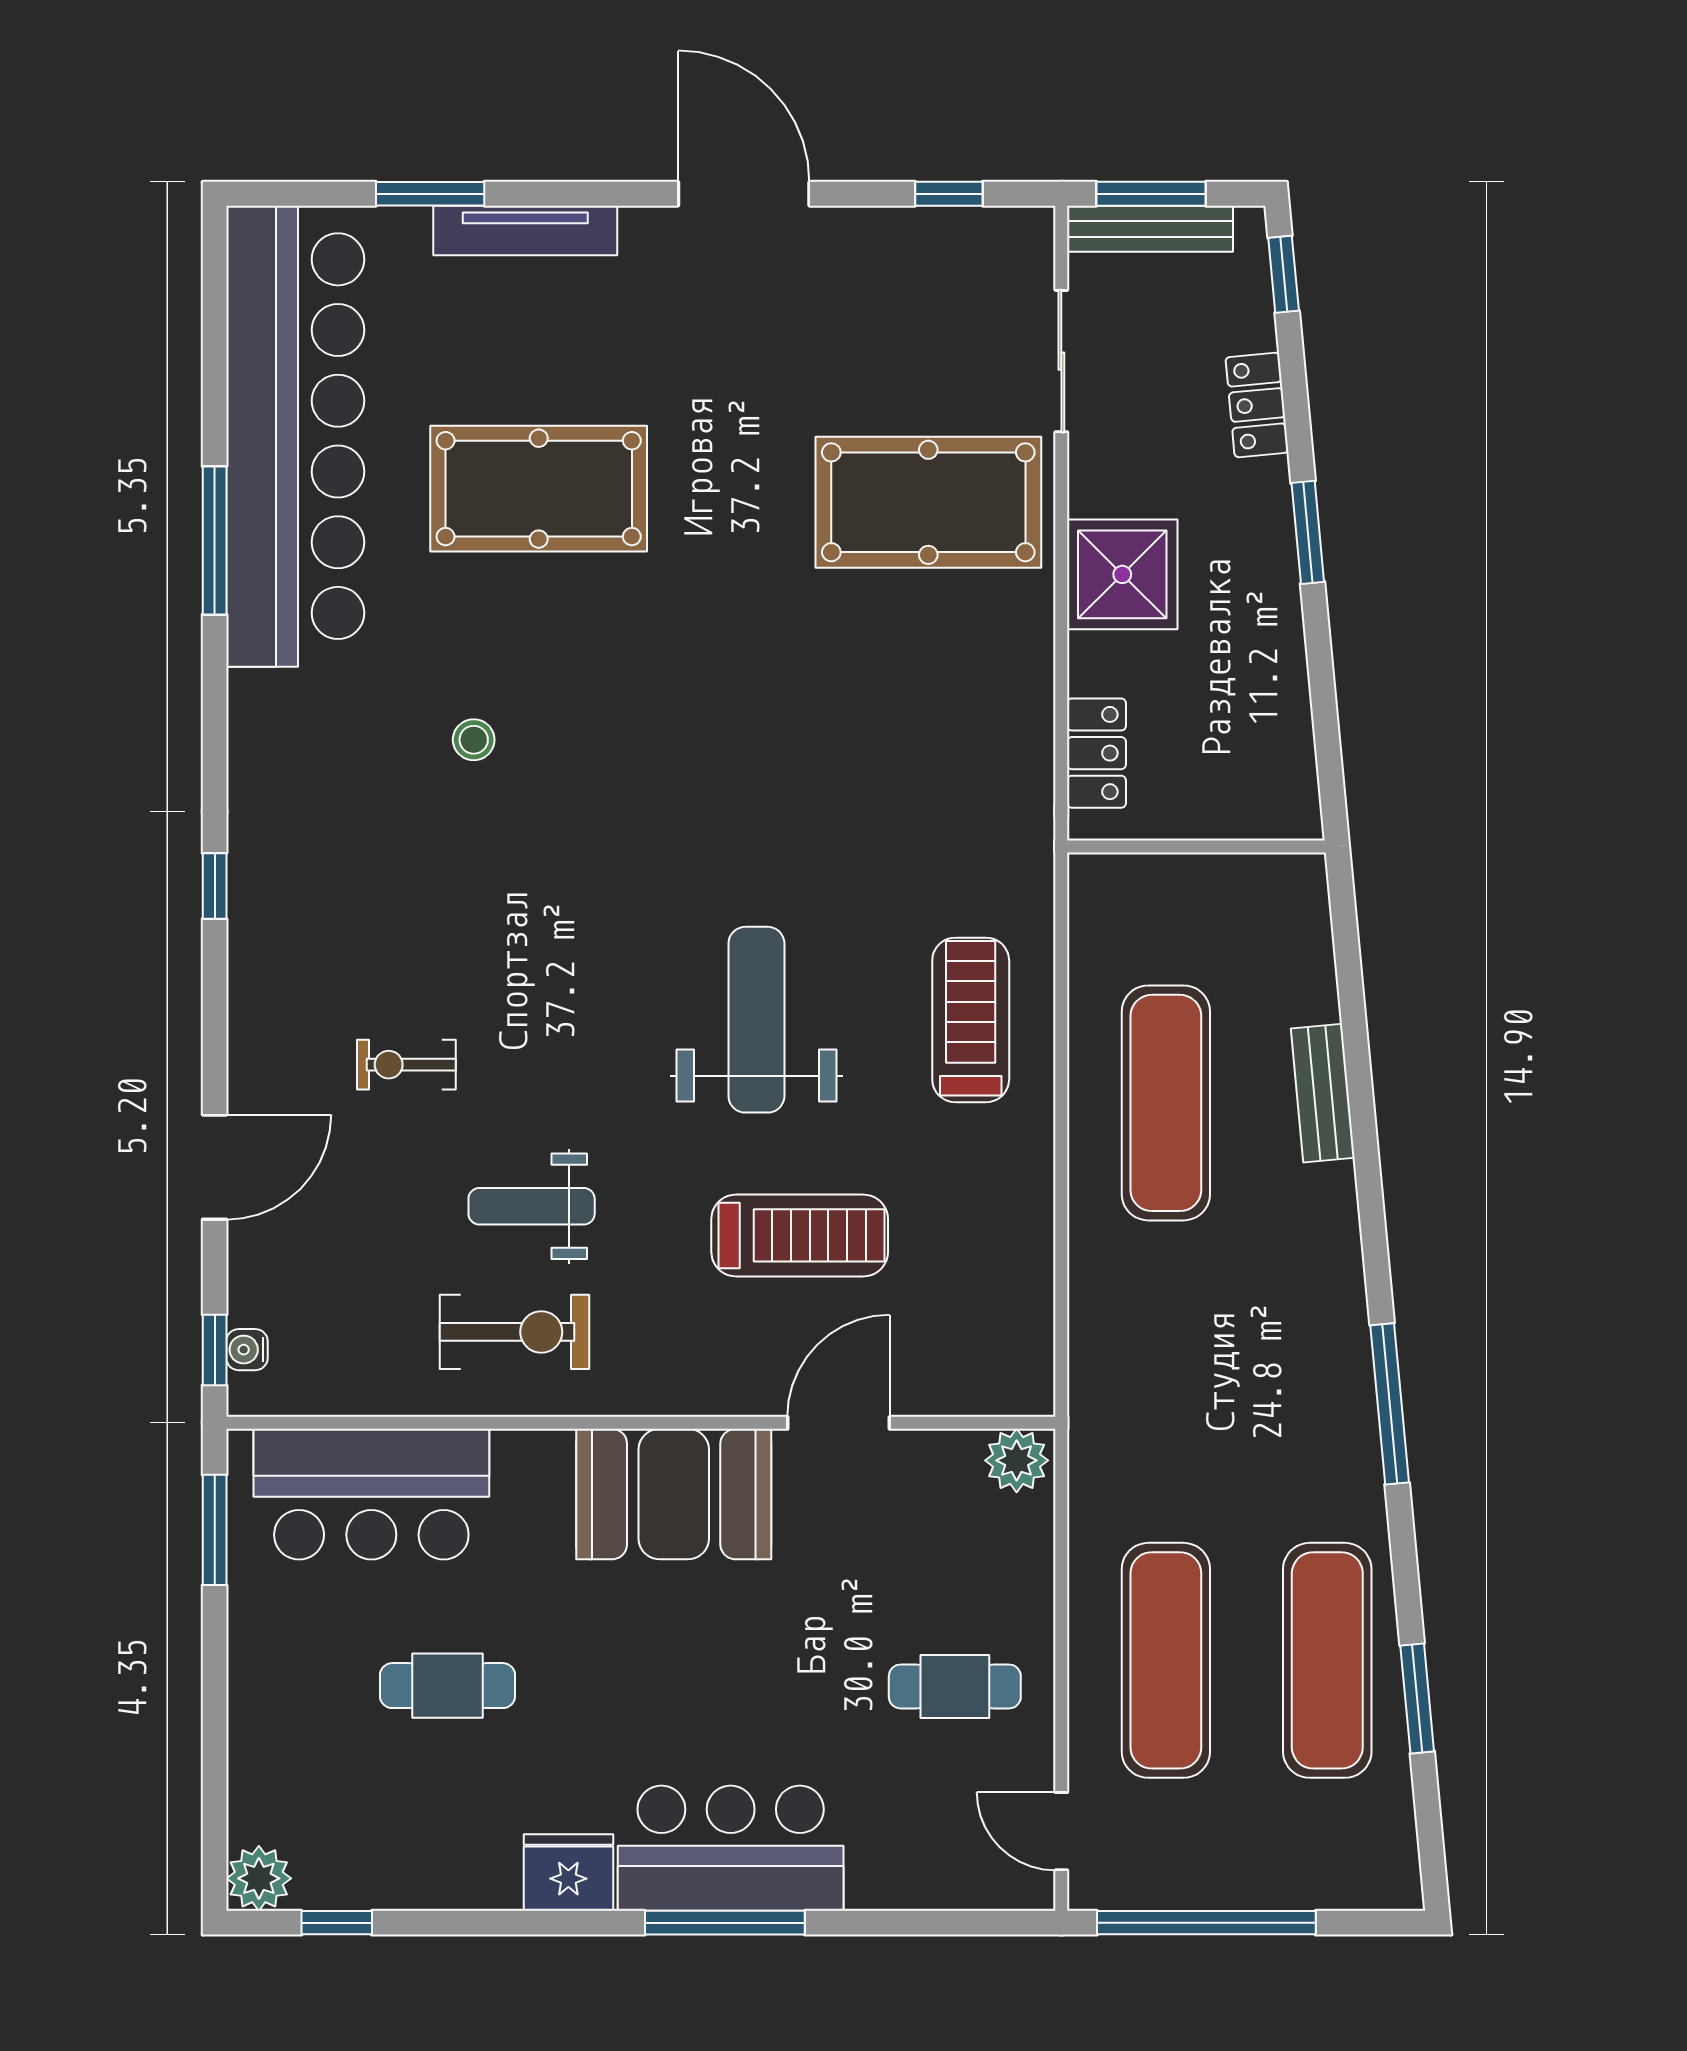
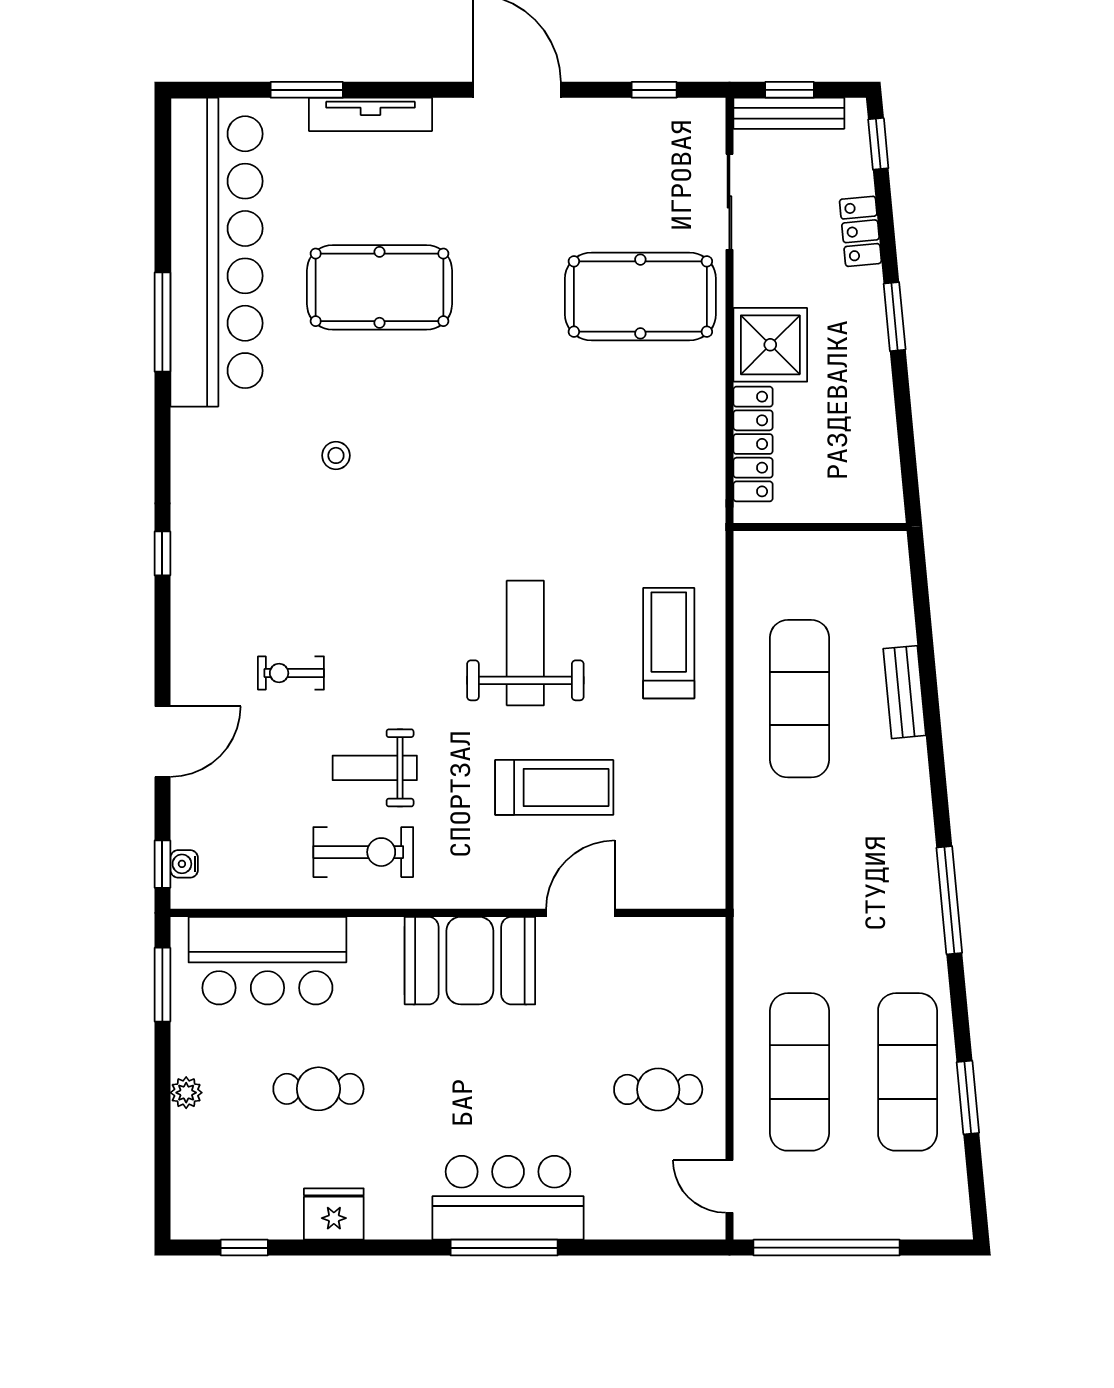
window: (1151, 194) -> (790, 90), width x0.67
locker: (1096, 753) -> (753, 444), width x1.53
plant: (1017, 1460) -> (700, 938), removed
fridge: (568, 1872) -> (334, 1214), moved
plant: (259, 1878) -> (186, 1093), moved, width x0.73, depth x0.73

